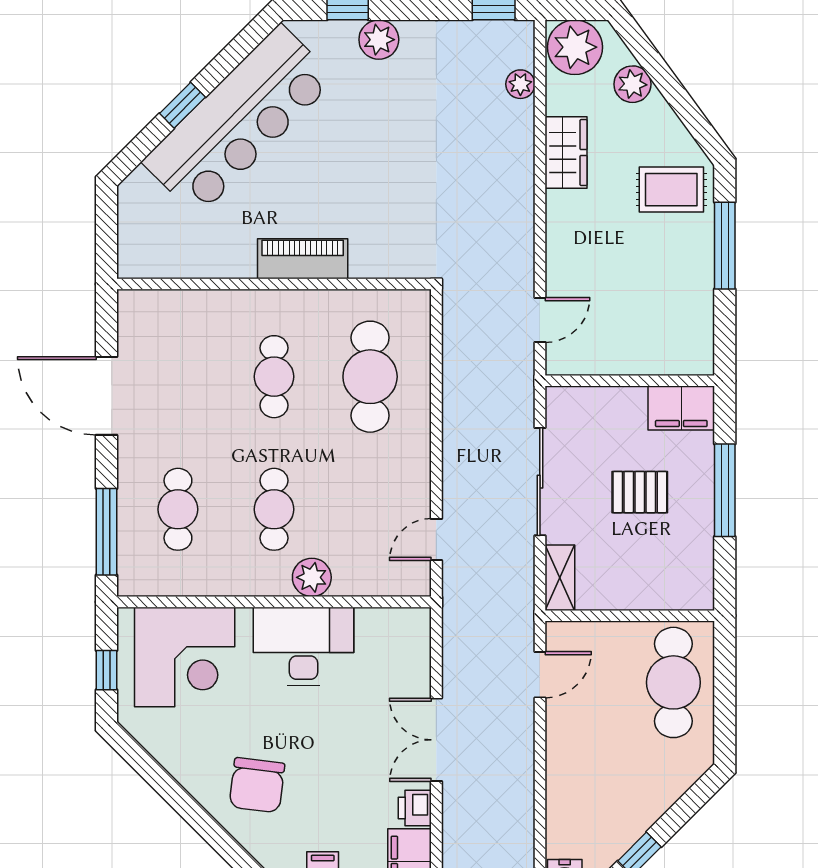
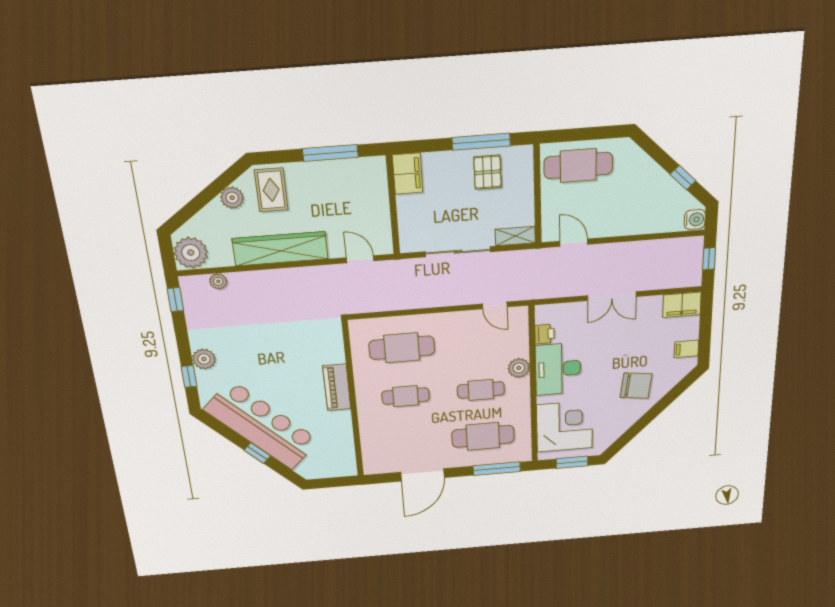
plant: (632, 84) -> (232, 198), moved
wardrobe: (566, 153) -> (280, 249), width x2.10, depth x1.17
window: (725, 246) -> (330, 153), moved
window: (725, 490) -> (481, 142), moved
pallet: (640, 492) -> (488, 172), moved
cafe table: (178, 509) -> (483, 436), width x1.37, depth x1.35
window: (106, 670) -> (572, 462), width x1.50
printer: (415, 808) -> (544, 334), moved, turned -90

